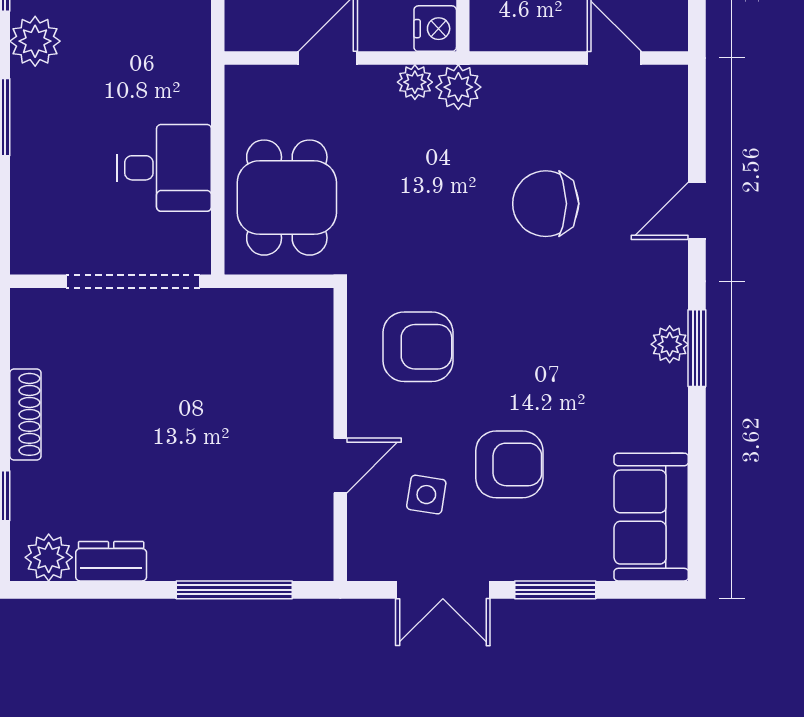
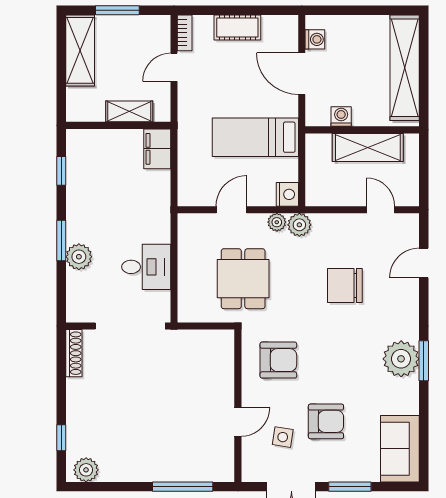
plant: (35, 41) -> (79, 257), moved
dining table: (287, 198) -> (243, 279), moved
door: (697, 211) -> (424, 263), moved
plant: (670, 344) -> (401, 359), width x1.87, depth x1.87
shoe rack: (25, 414) -> (74, 353), moved
dresser: (111, 561) -> (118, 472), removed

